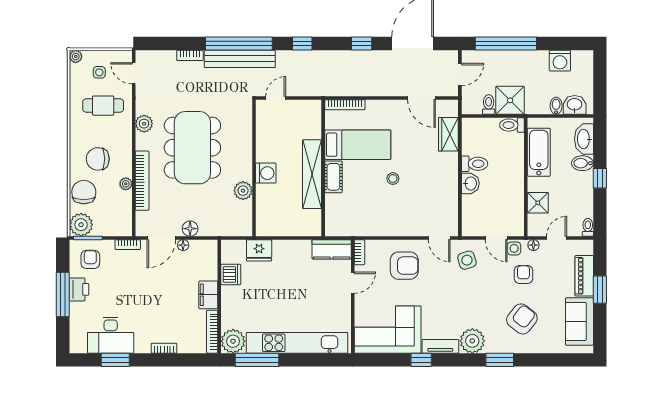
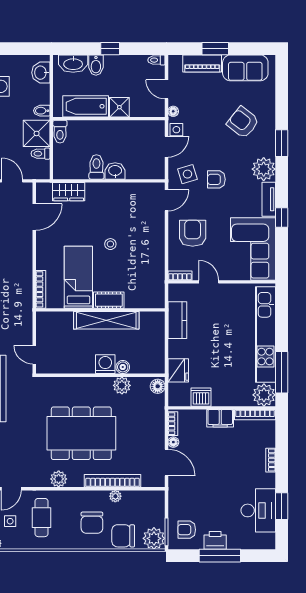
bidet: (556, 106) -> (42, 111), moved
boiler: (263, 192) -> (123, 367), added
shower: (538, 203) -> (119, 107), moved
floor lamp: (190, 229) -> (158, 386), moved
bookcase: (128, 245) -> (173, 424), moved
kitchen counter: (332, 249) -> (177, 320), moved
armchair: (523, 275) -> (216, 179), moved

